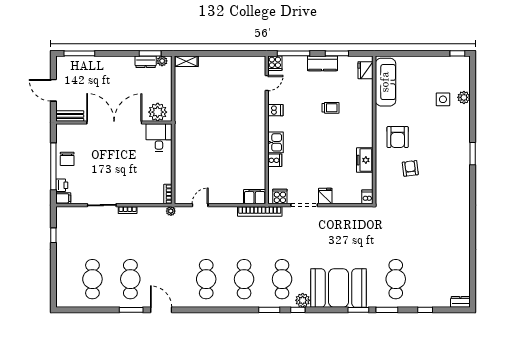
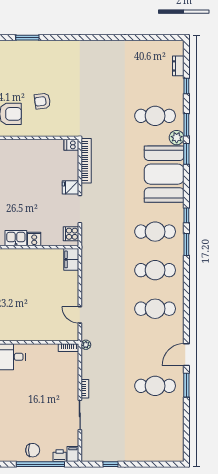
freezer: (365, 160) -> (34, 147), removed
bookcase: (260, 211) -> (86, 161), moved
cafe table: (92, 279) -> (155, 424), removed
plant: (303, 300) -> (177, 138), moved
dresser: (460, 302) -> (178, 66), moved

